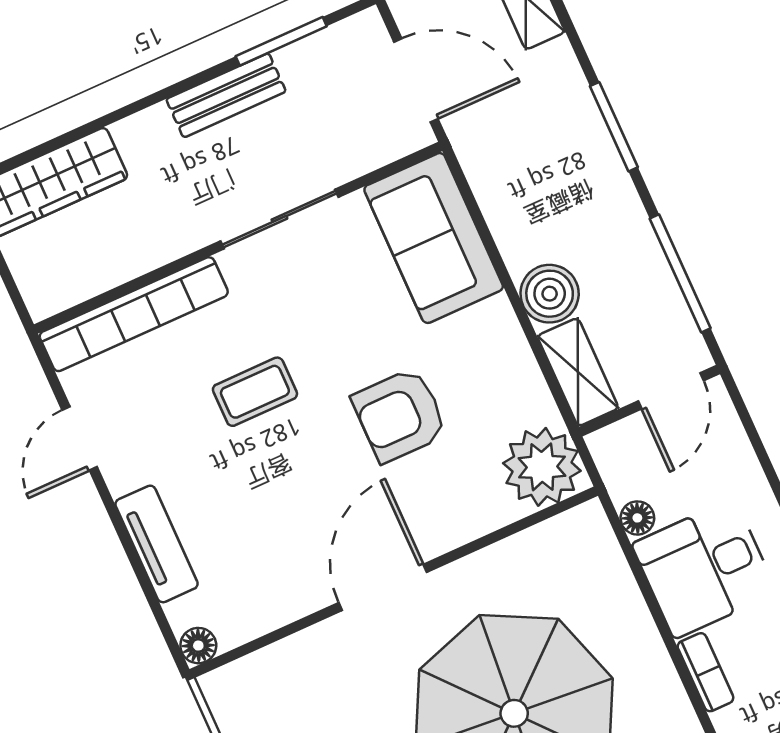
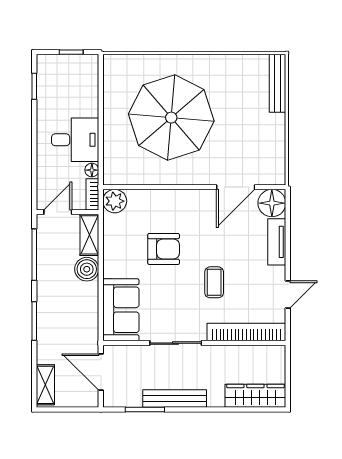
bench: (226, 95) -> (175, 399), width x1.36
coffee table: (255, 392) -> (214, 282), turned 90
plant: (542, 467) -> (115, 201), width x0.73, depth x0.73
door: (383, 587) -> (236, 187), moved
floor lamp: (198, 646) -> (272, 203), width x1.89, depth x1.89
bookcase: (705, 672) -> (92, 194), moved

